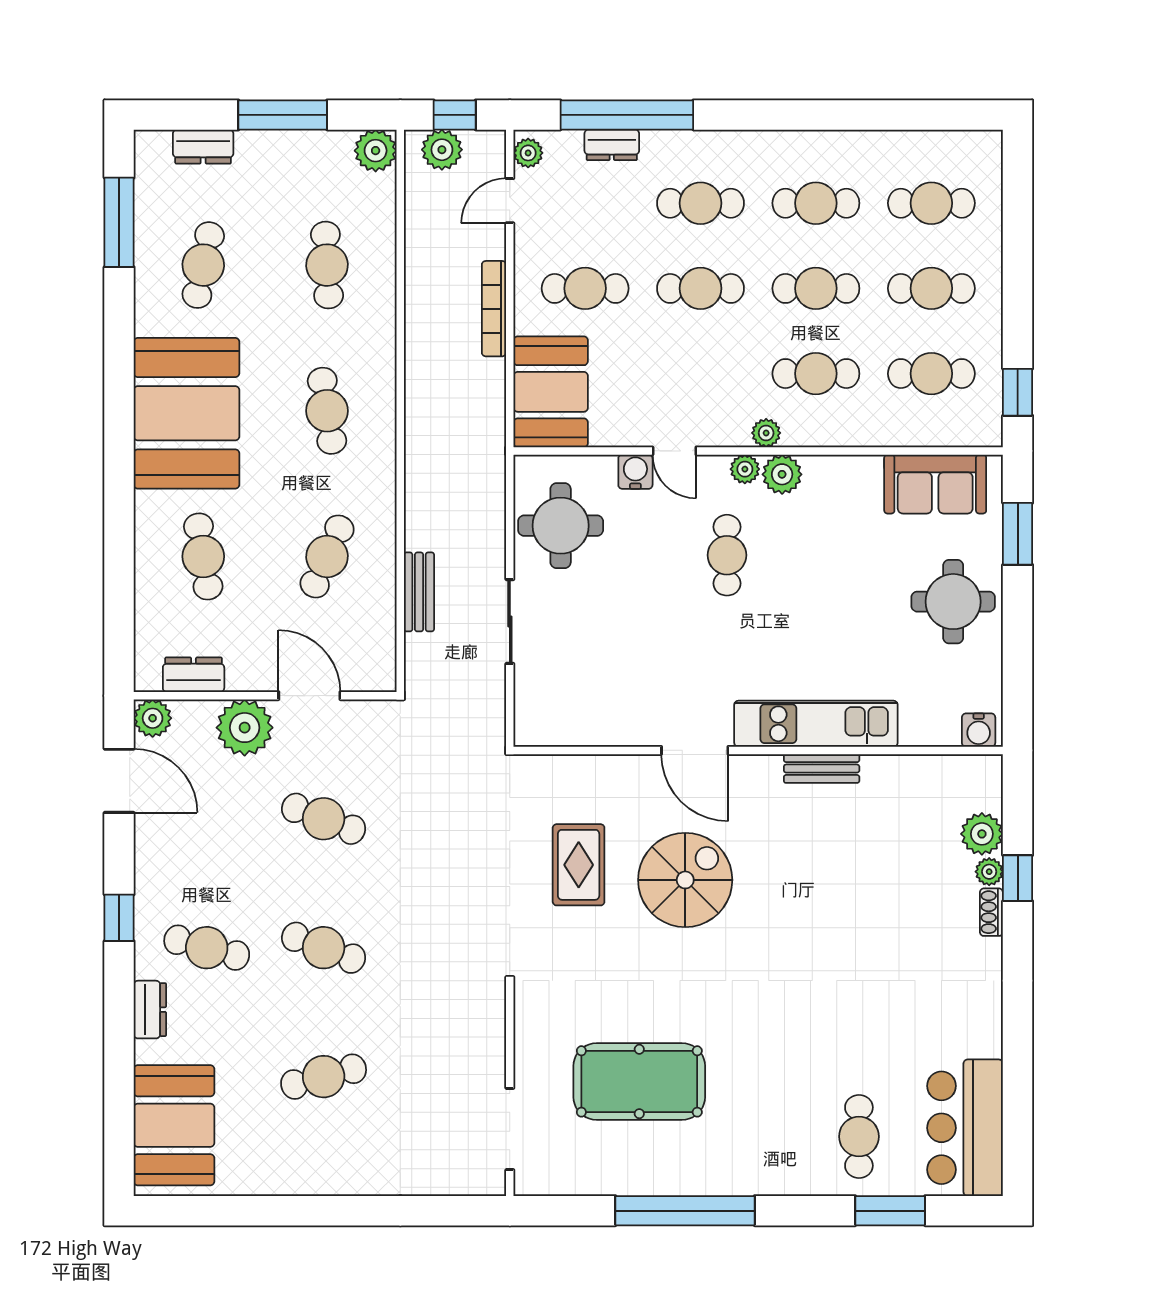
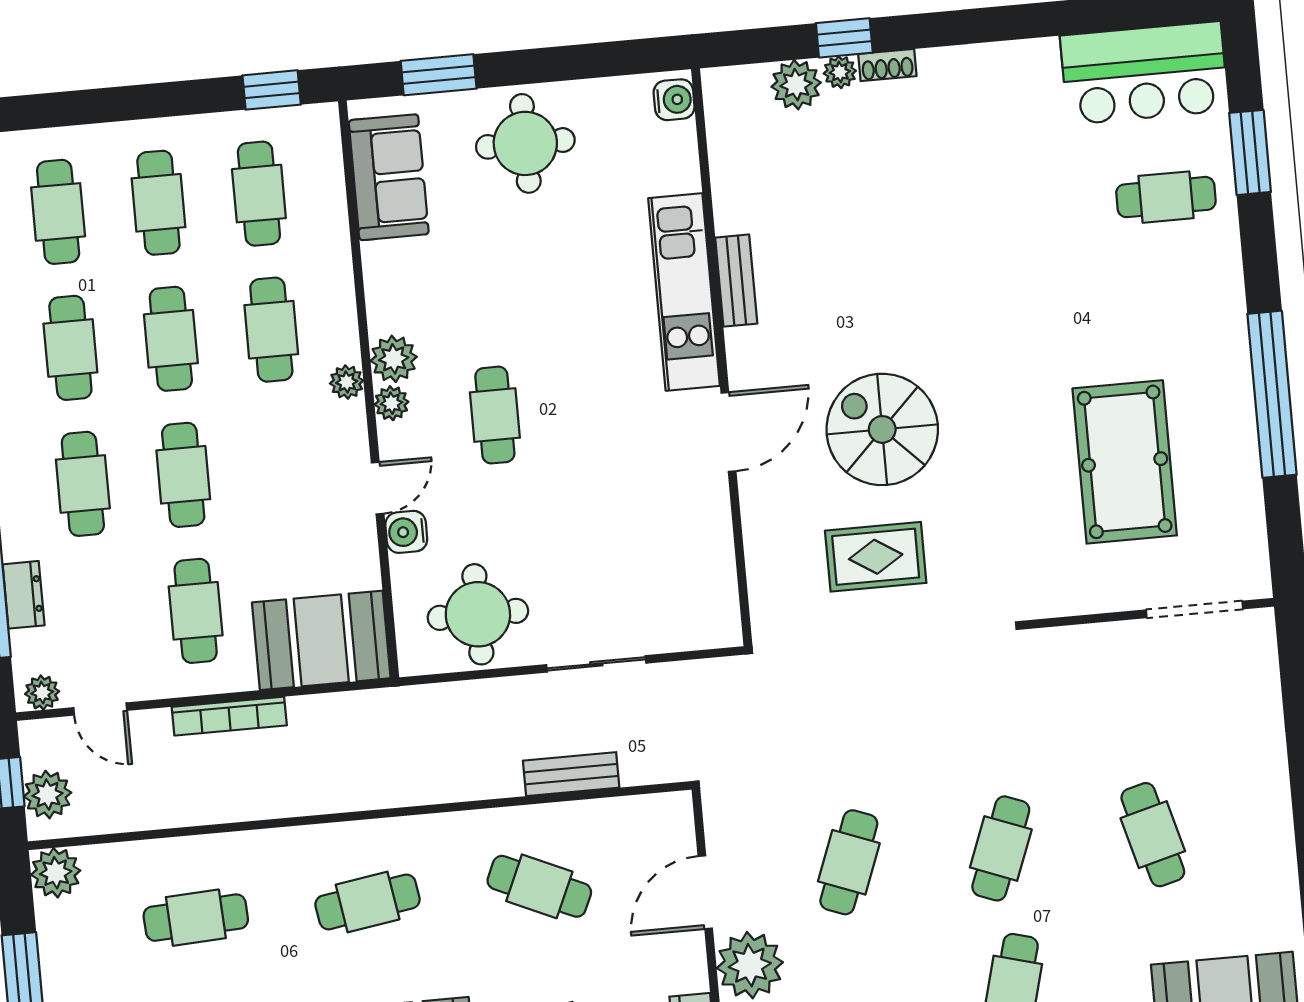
cafe table: (727, 555) -> (495, 415), turned 90

